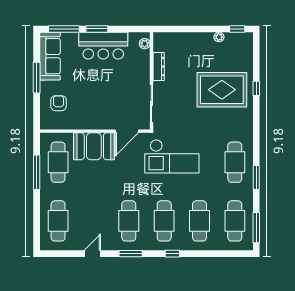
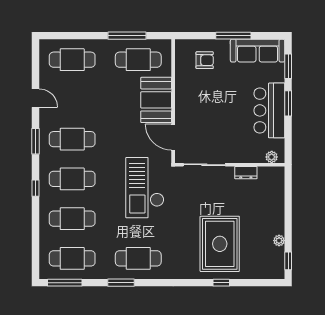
window: (64, 29) -> (288, 66), width x0.69
dresser: (159, 67) -> (246, 173), width x0.70

